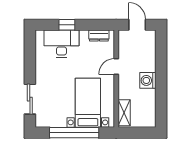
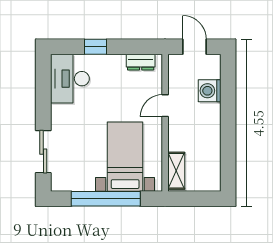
desk: (61, 44) -> (70, 79), moved, turned -90
washing machine: (148, 80) -> (210, 91), moved

